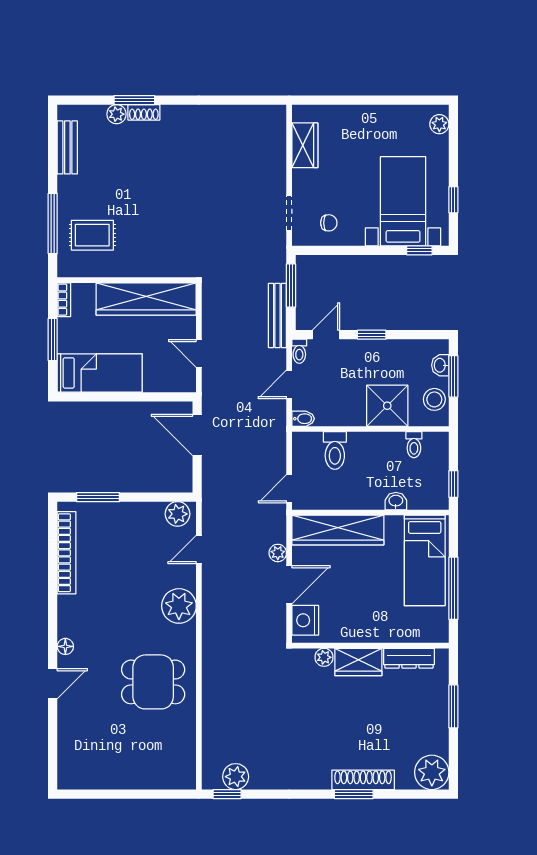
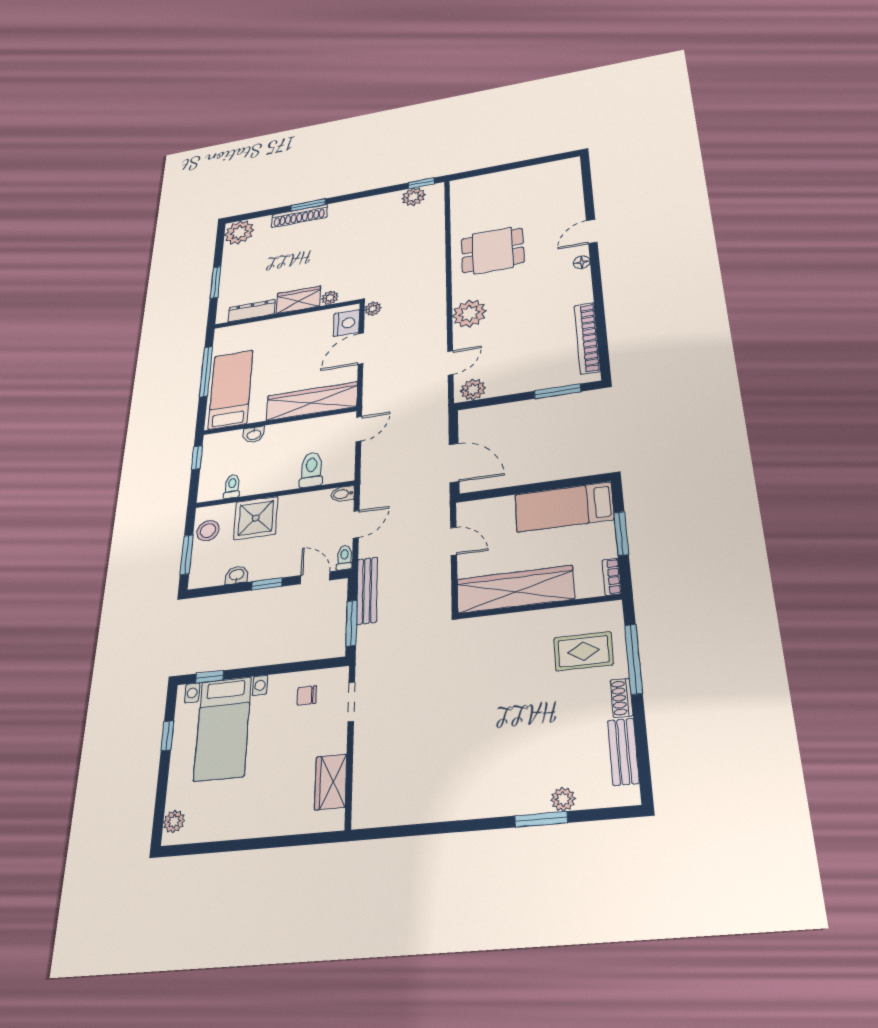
shoe rack: (144, 112) -> (621, 698), moved, turned -90
door: (326, 335) -> (315, 578), swing flipped
washbasin: (440, 365) -> (237, 575), moved, turned -90
plant: (278, 553) -> (373, 309), moved

